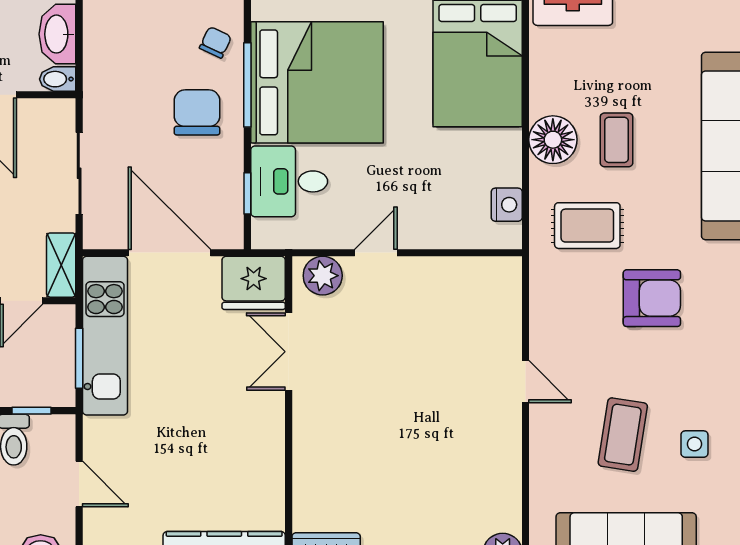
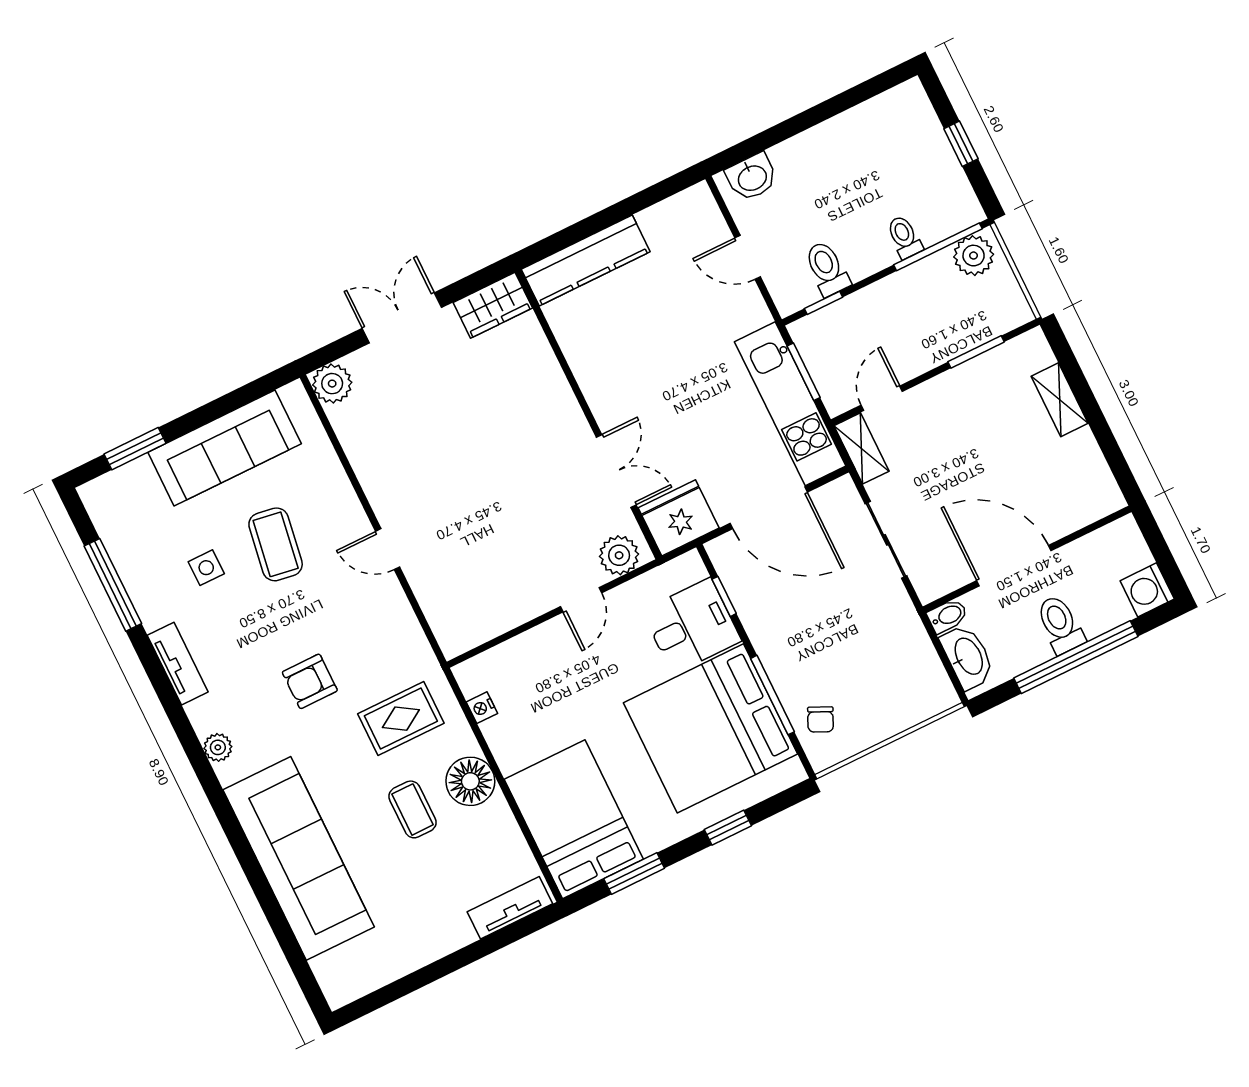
chair: (197, 112) -> (806, 648), removed
nightstand: (507, 205) -> (482, 708), width x0.72, depth x0.74
armchair: (652, 298) -> (310, 681), width x0.72, depth x0.72

